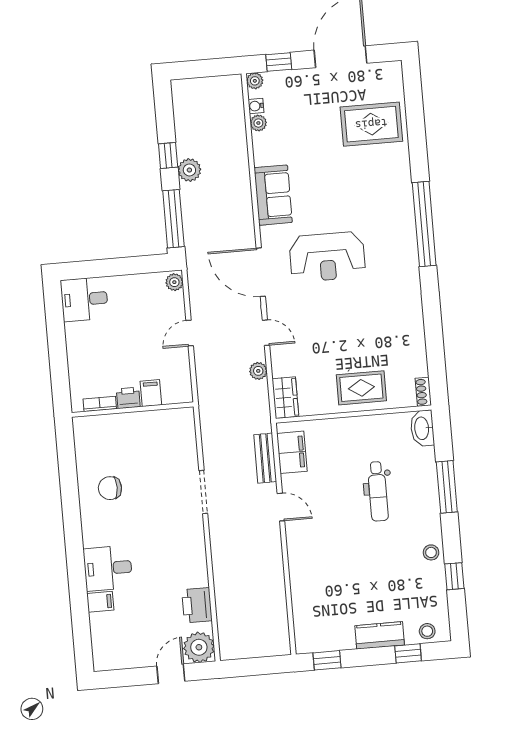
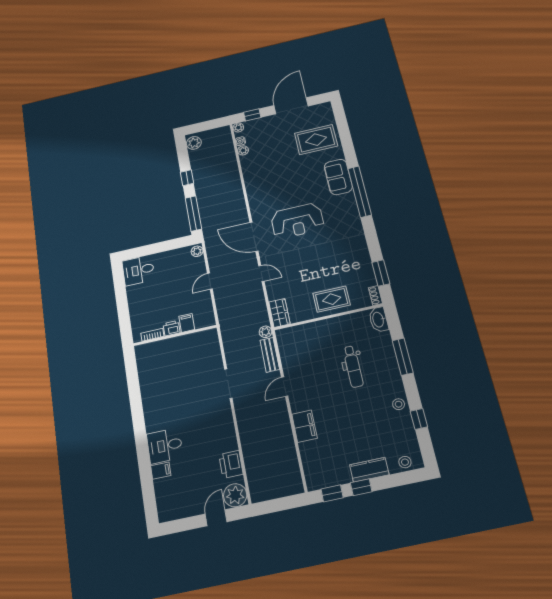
plant: (189, 170) -> (194, 143), moved
sofa: (273, 195) -> (338, 177), moved, turned 180
window: (436, 359) -> (381, 273), added
plant: (258, 371) -> (265, 332), moved
filing cabinet: (292, 452) -> (304, 426), moved
chair: (110, 488) -> (163, 390), removed
door: (281, 507) -> (285, 387), swing flipped
window: (408, 653) -> (361, 487), moved

